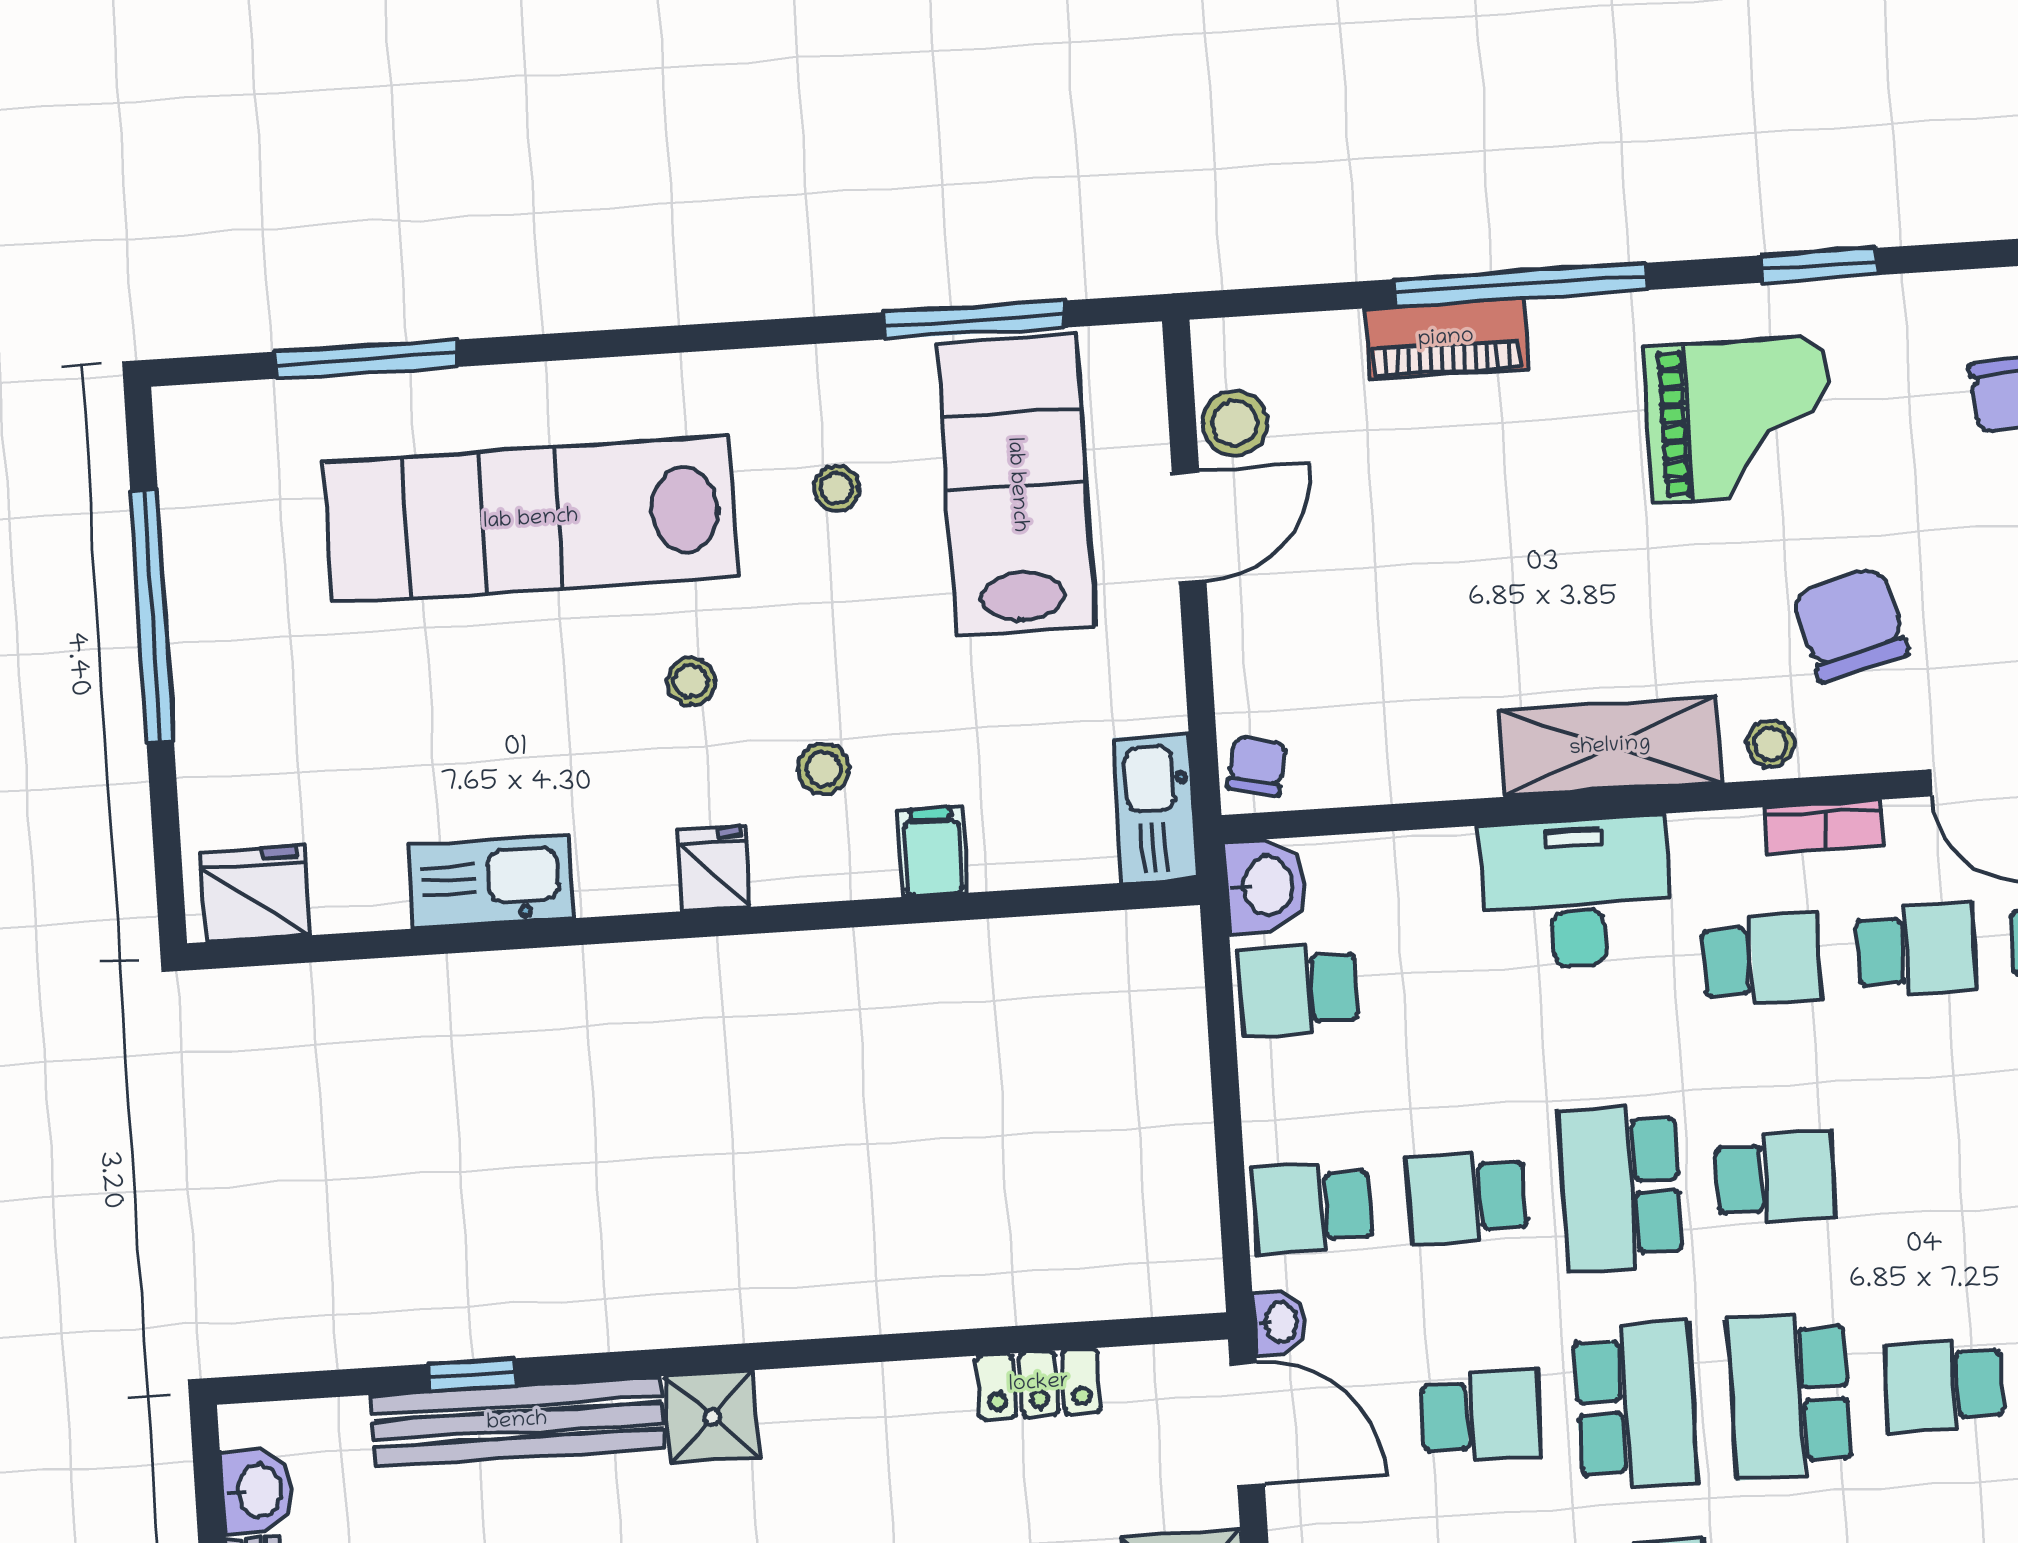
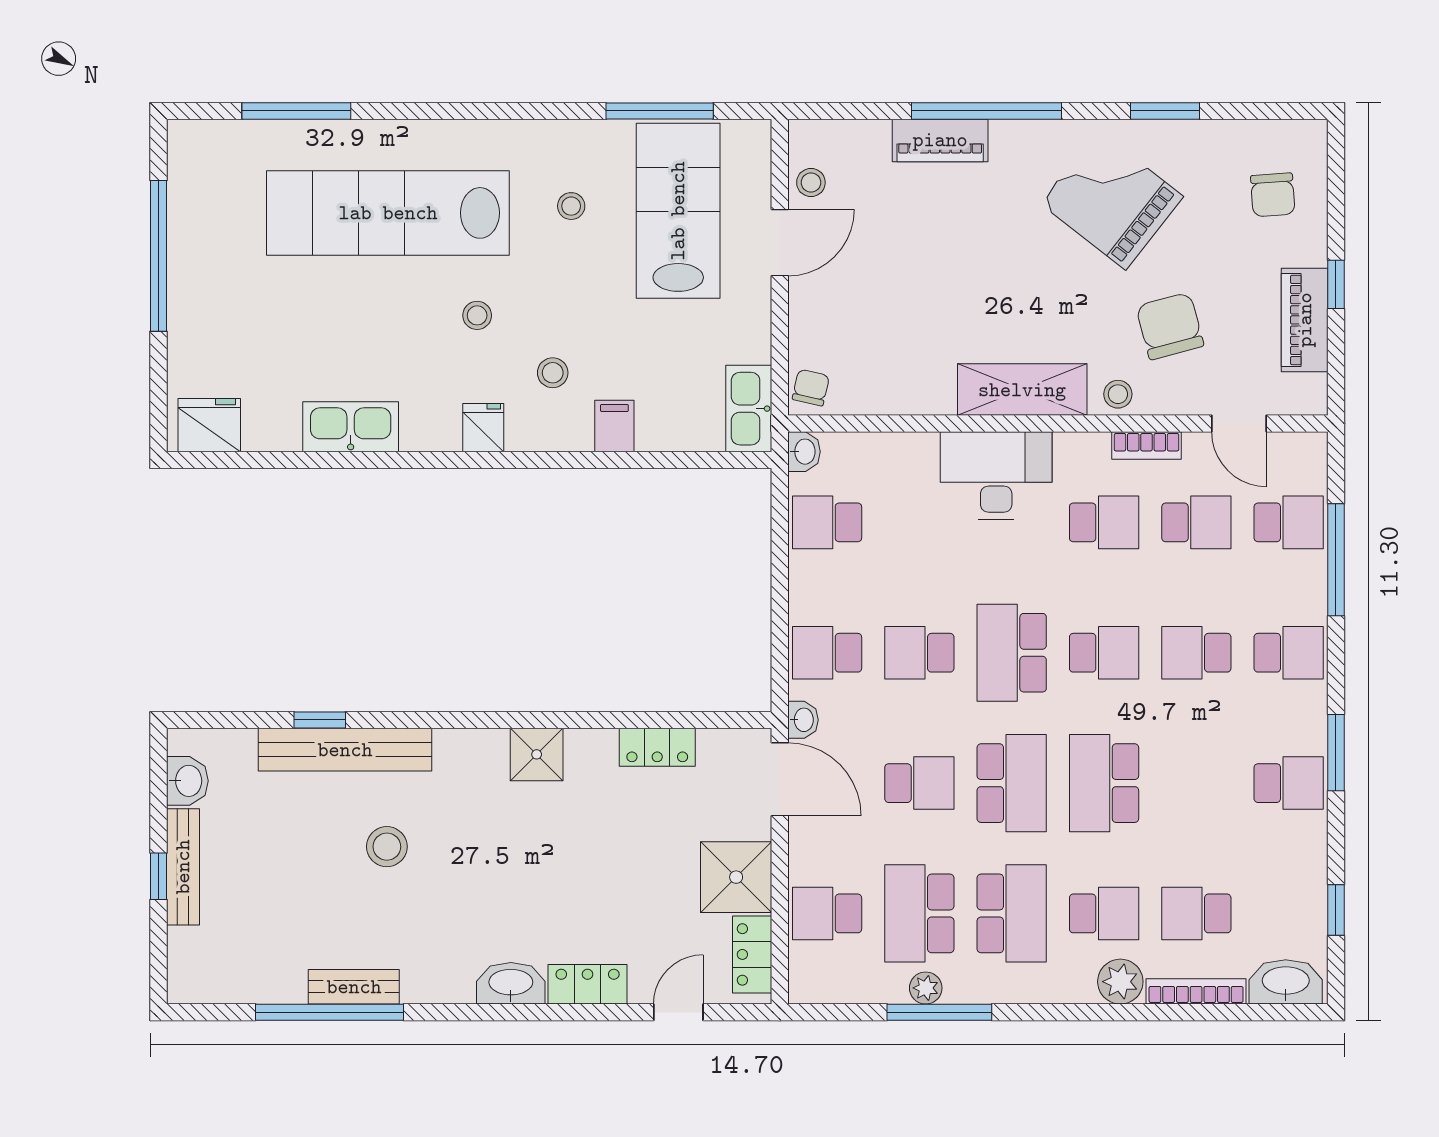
grand piano: (1739, 420) -> (1112, 200), turned -142
stool: (1235, 423) -> (811, 183), width x0.73, depth x0.73
washbasin: (1265, 886) -> (804, 452), width x0.72, depth x0.69
school desk: (1944, 1386) -> (1196, 653), moved
shower: (712, 1417) -> (537, 754), moved

